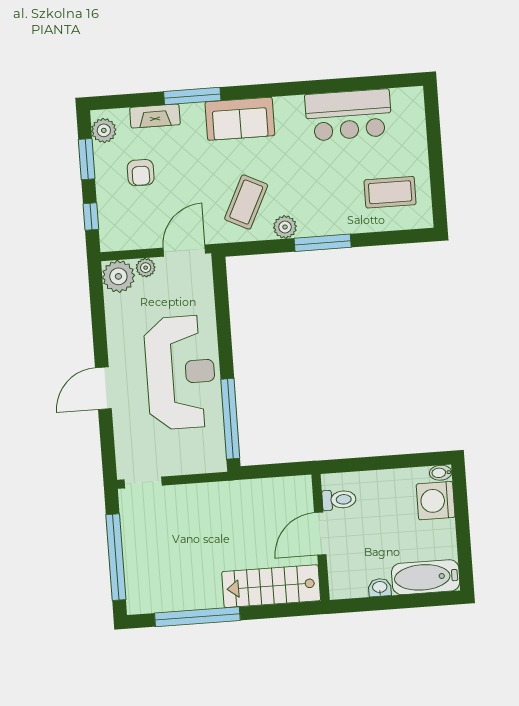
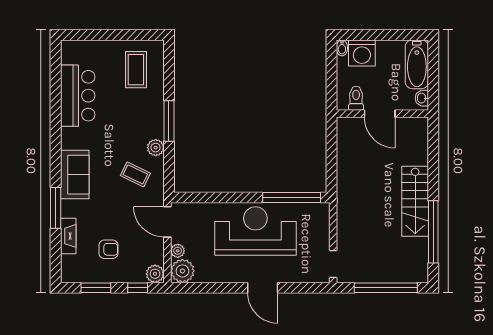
plant: (104, 130) -> (155, 274), moved
coffee table: (246, 202) -> (135, 174), width x0.73, depth x0.77
toilet: (339, 500) -> (356, 98), moved
door: (320, 534) -> (380, 114), moved
wall: (321, 537) -> (382, 114), moved
stairs: (271, 586) -> (415, 201), moved

